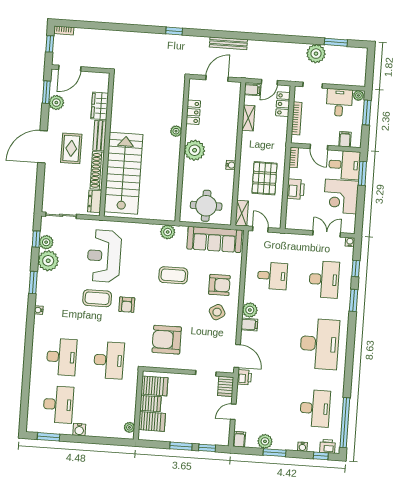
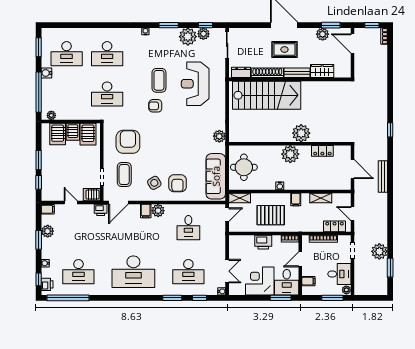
filing cabinet: (252, 90) -> (296, 199), moved
plant: (176, 131) -> (301, 133), width x1.87, depth x1.87
reception desk: (104, 256) -> (195, 84), turned -90
coffee table: (173, 275) -> (124, 175), moved
window: (101, 440) -> (39, 92), added

